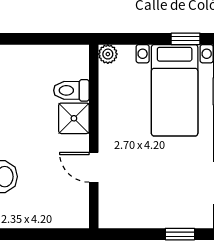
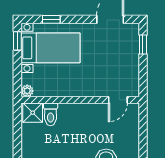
shower: (74, 118) -> (33, 113), moved
door: (94, 167) -> (118, 100), moved

